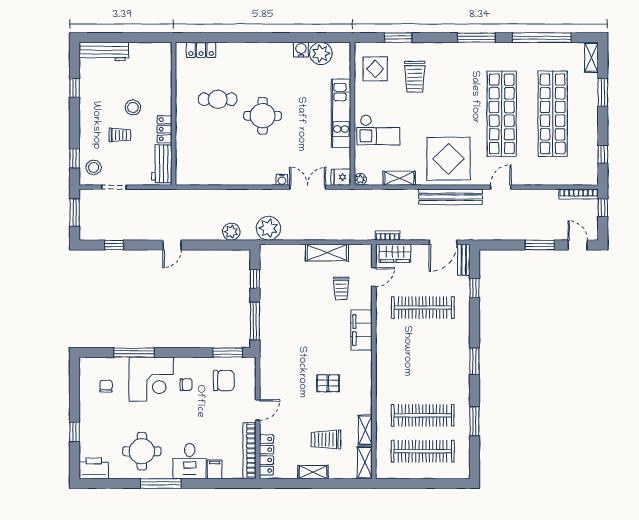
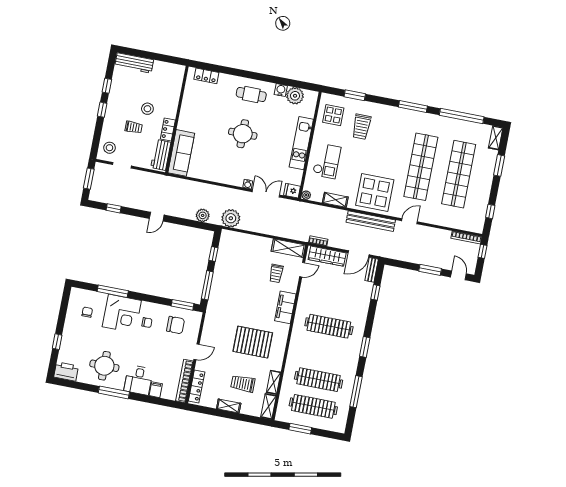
cafe table: (218, 99) -> (251, 94), moved
checkout: (378, 130) -> (327, 161), turned -90
sofa: (188, 156) -> (181, 153), added
window: (75, 158) -> (102, 110), moved
shelving: (327, 253) -> (288, 248), moved
wardrobe: (395, 253) -> (327, 256), width x1.50
clothes rail: (423, 308) -> (329, 326), moved
pallet: (328, 383) -> (253, 342), width x2.05, depth x2.00
window: (474, 421) -> (356, 392), width x1.44
window: (411, 483) -> (300, 429), added

